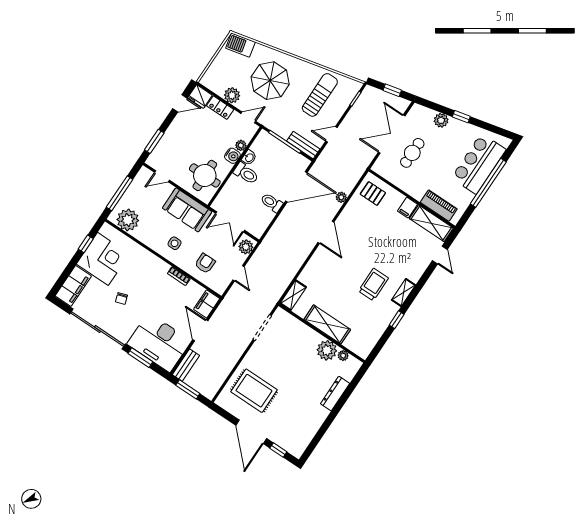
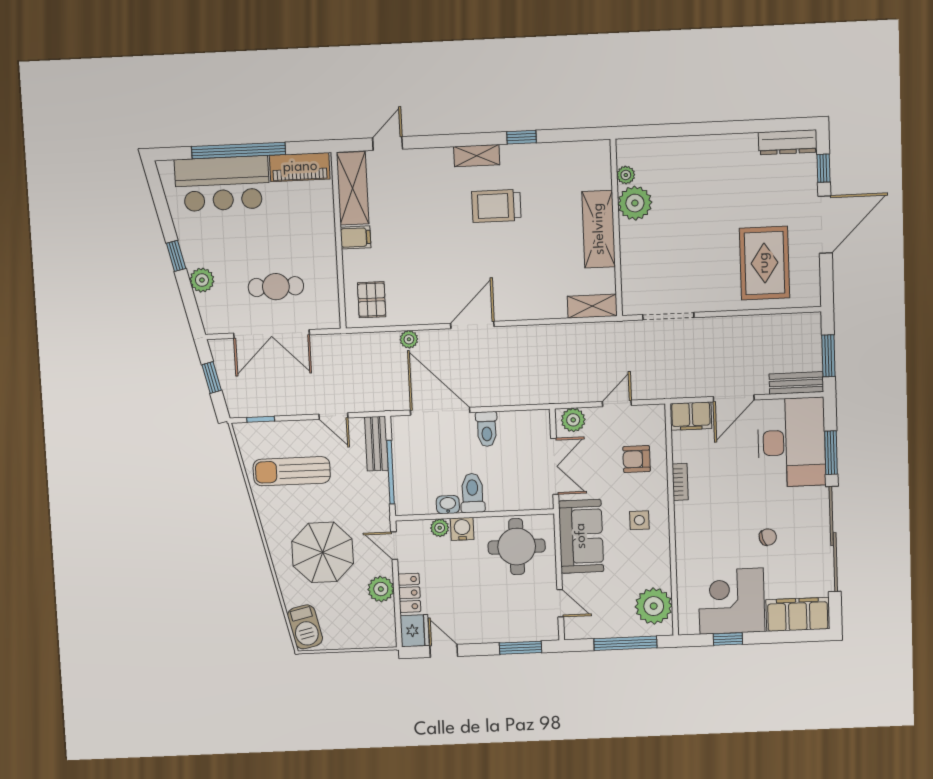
piano: (439, 206) -> (300, 167), moved, turned -90
dresser: (335, 394) -> (788, 142), moved

